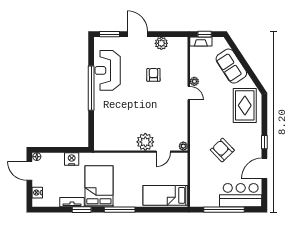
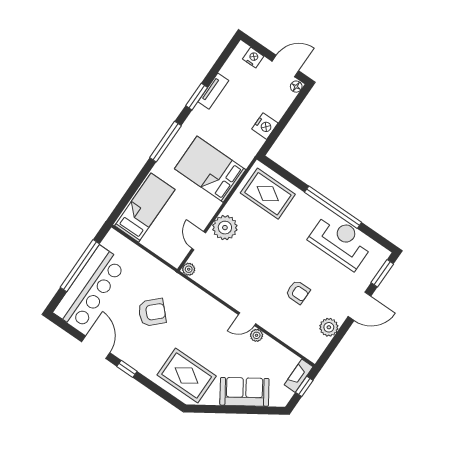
rug: (109, 131) -> (268, 194), added
bed: (99, 186) -> (210, 169), moved, turned 180
bar counter: (241, 195) -> (90, 288), width x1.36

